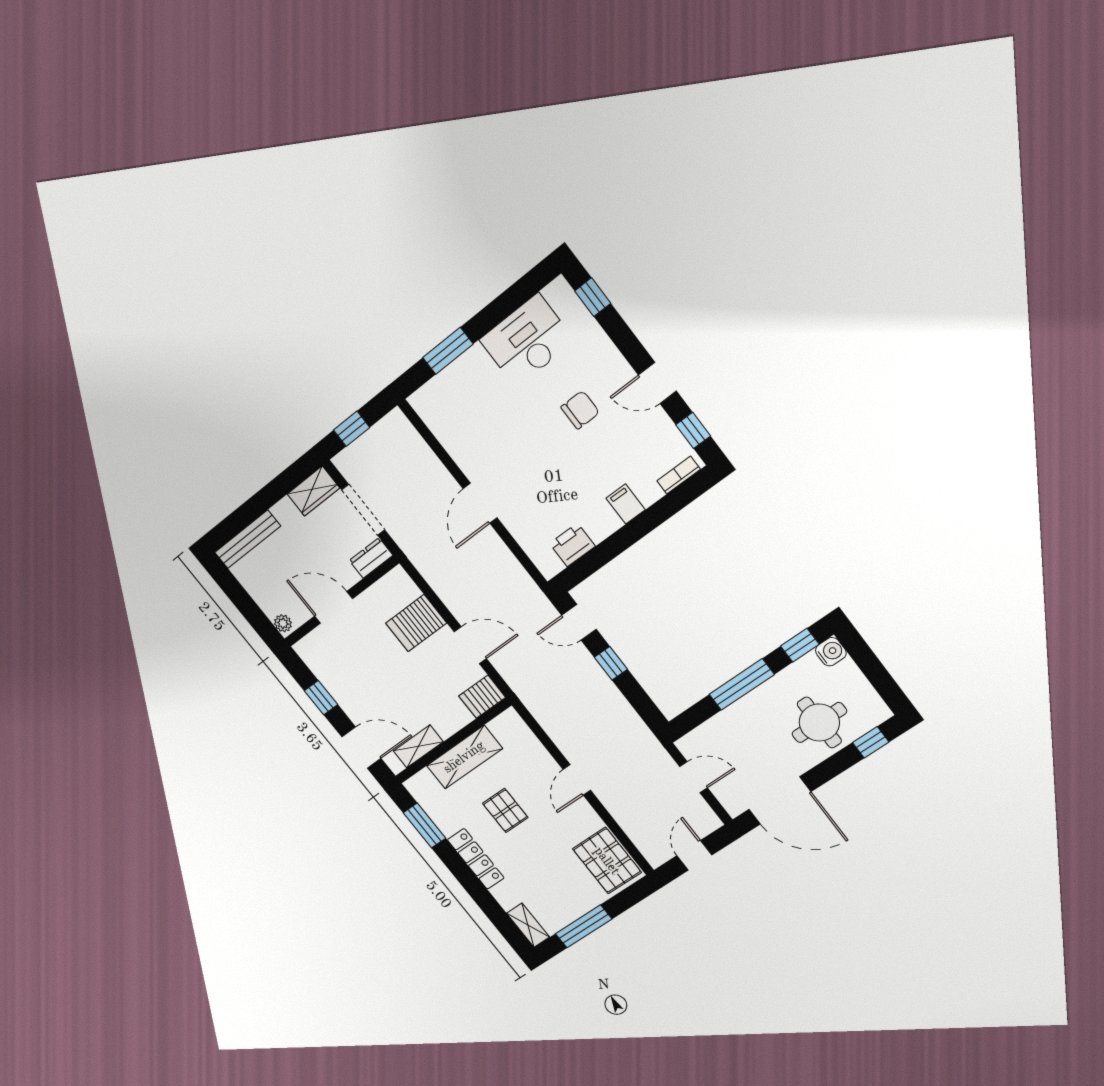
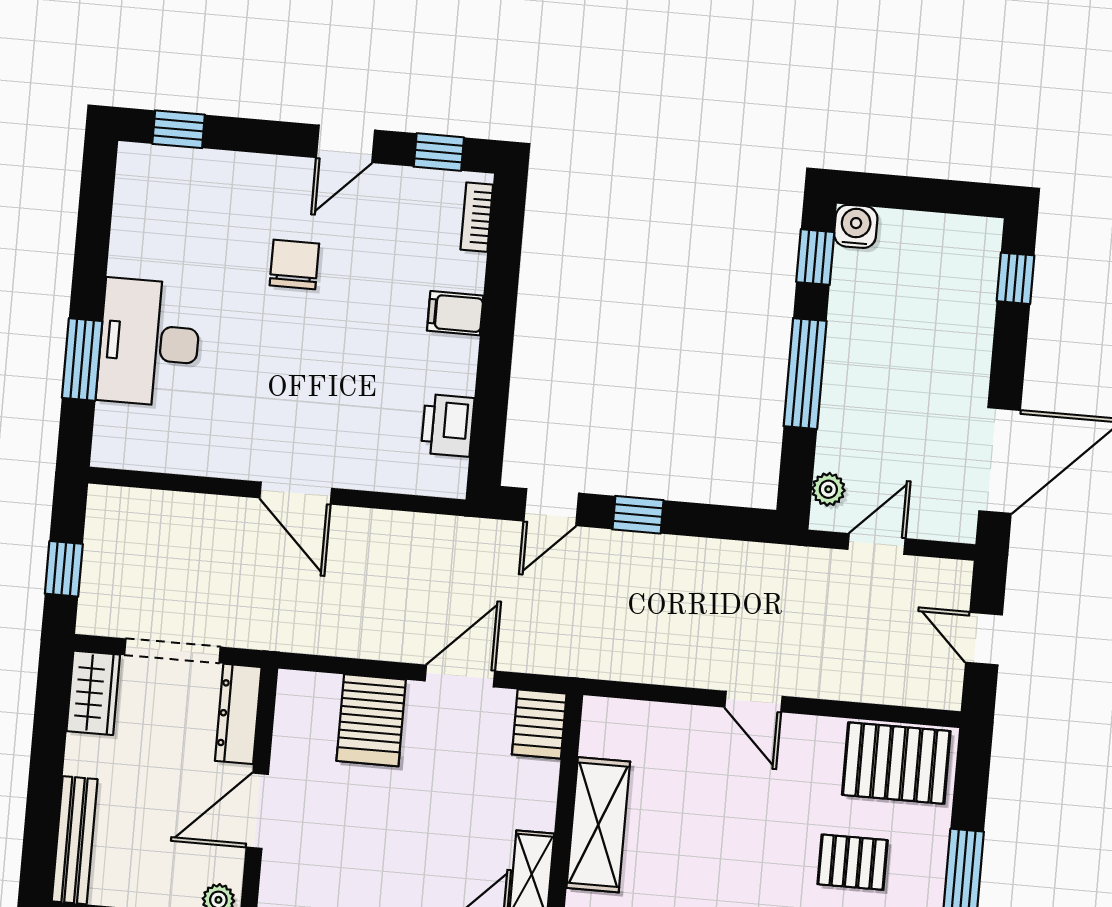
desk: (527, 340) -> (149, 343), moved
dresser: (371, 558) -> (238, 714), width x1.44
round table: (819, 723) -> (936, 320), removed
plant: (699, 737) -> (828, 489), added
pallet: (505, 810) -> (853, 862), moved

